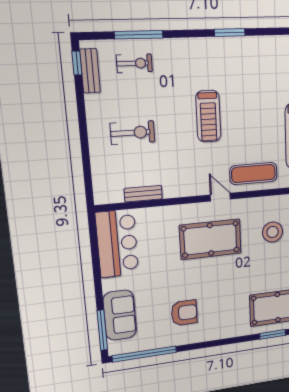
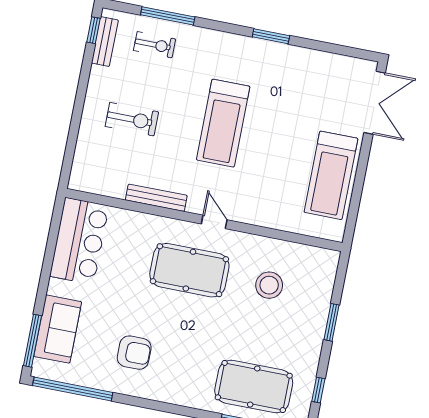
treadmill: (208, 116) -> (223, 123), width x1.37, depth x1.38
exercise mat: (253, 174) -> (262, 205), removed
bench: (143, 194) -> (156, 198), moved, width x1.36

